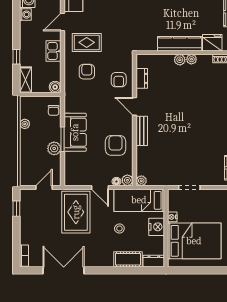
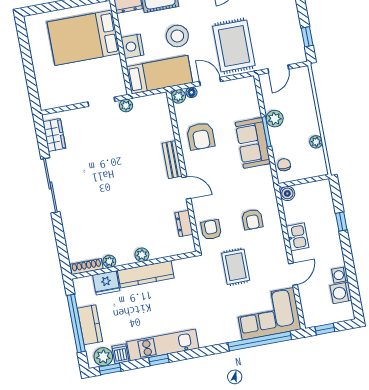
rug: (87, 42) -> (236, 267), moved, turned 90
plant: (191, 59) -> (109, 261), moved
shelving: (25, 80) -> (325, 195), removed
armchair: (119, 80) -> (211, 230), moved
plant: (141, 181) -> (126, 106), moved
nightstand: (172, 217) -> (116, 62), removed
stool: (119, 228) -> (177, 36), width x1.89, depth x1.89

